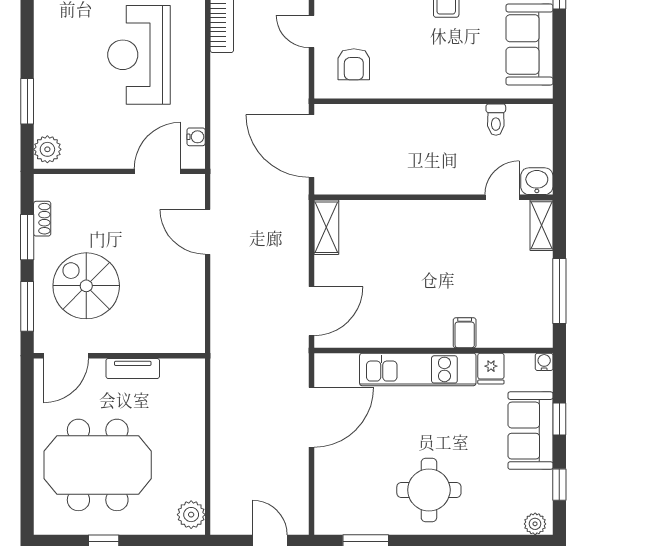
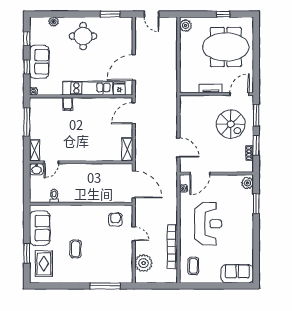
fridge: (491, 369) -> (119, 88), moved
plant: (535, 524) -> (54, 22), moved

